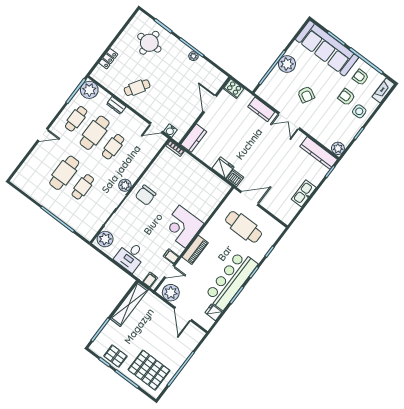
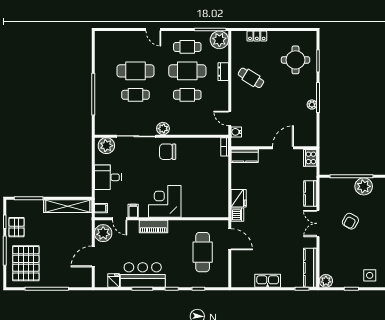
armchair: (346, 97) -> (374, 256), removed
bar counter: (231, 280) -> (143, 275), width x0.73

